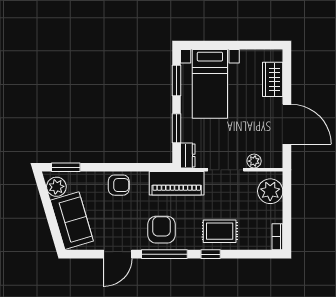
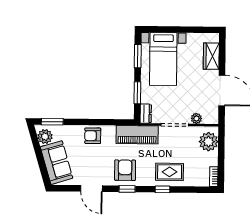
armchair: (119, 185) -> (93, 136), turned 180
door: (118, 254) -> (91, 189), hinge flipped
window: (164, 254) -> (127, 189), width x0.46

